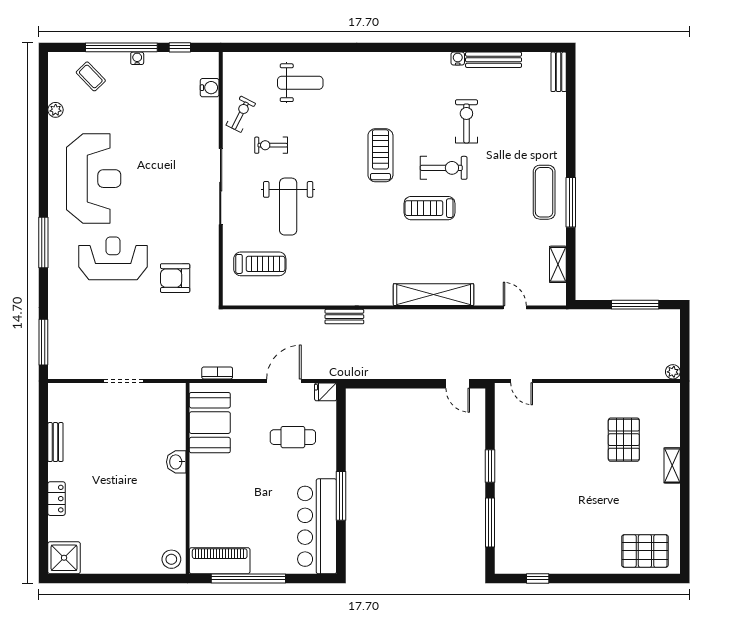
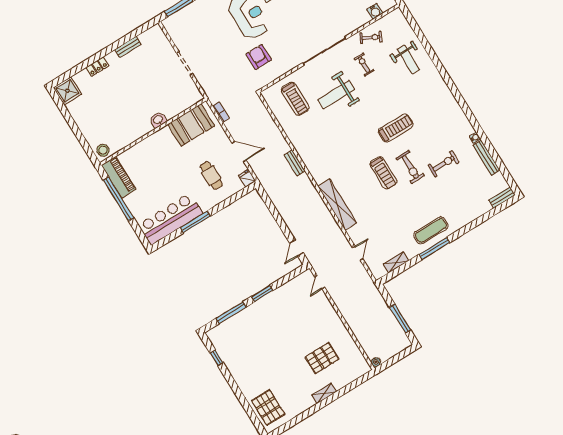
treadmill: (429, 208) -> (383, 173), turned 180

